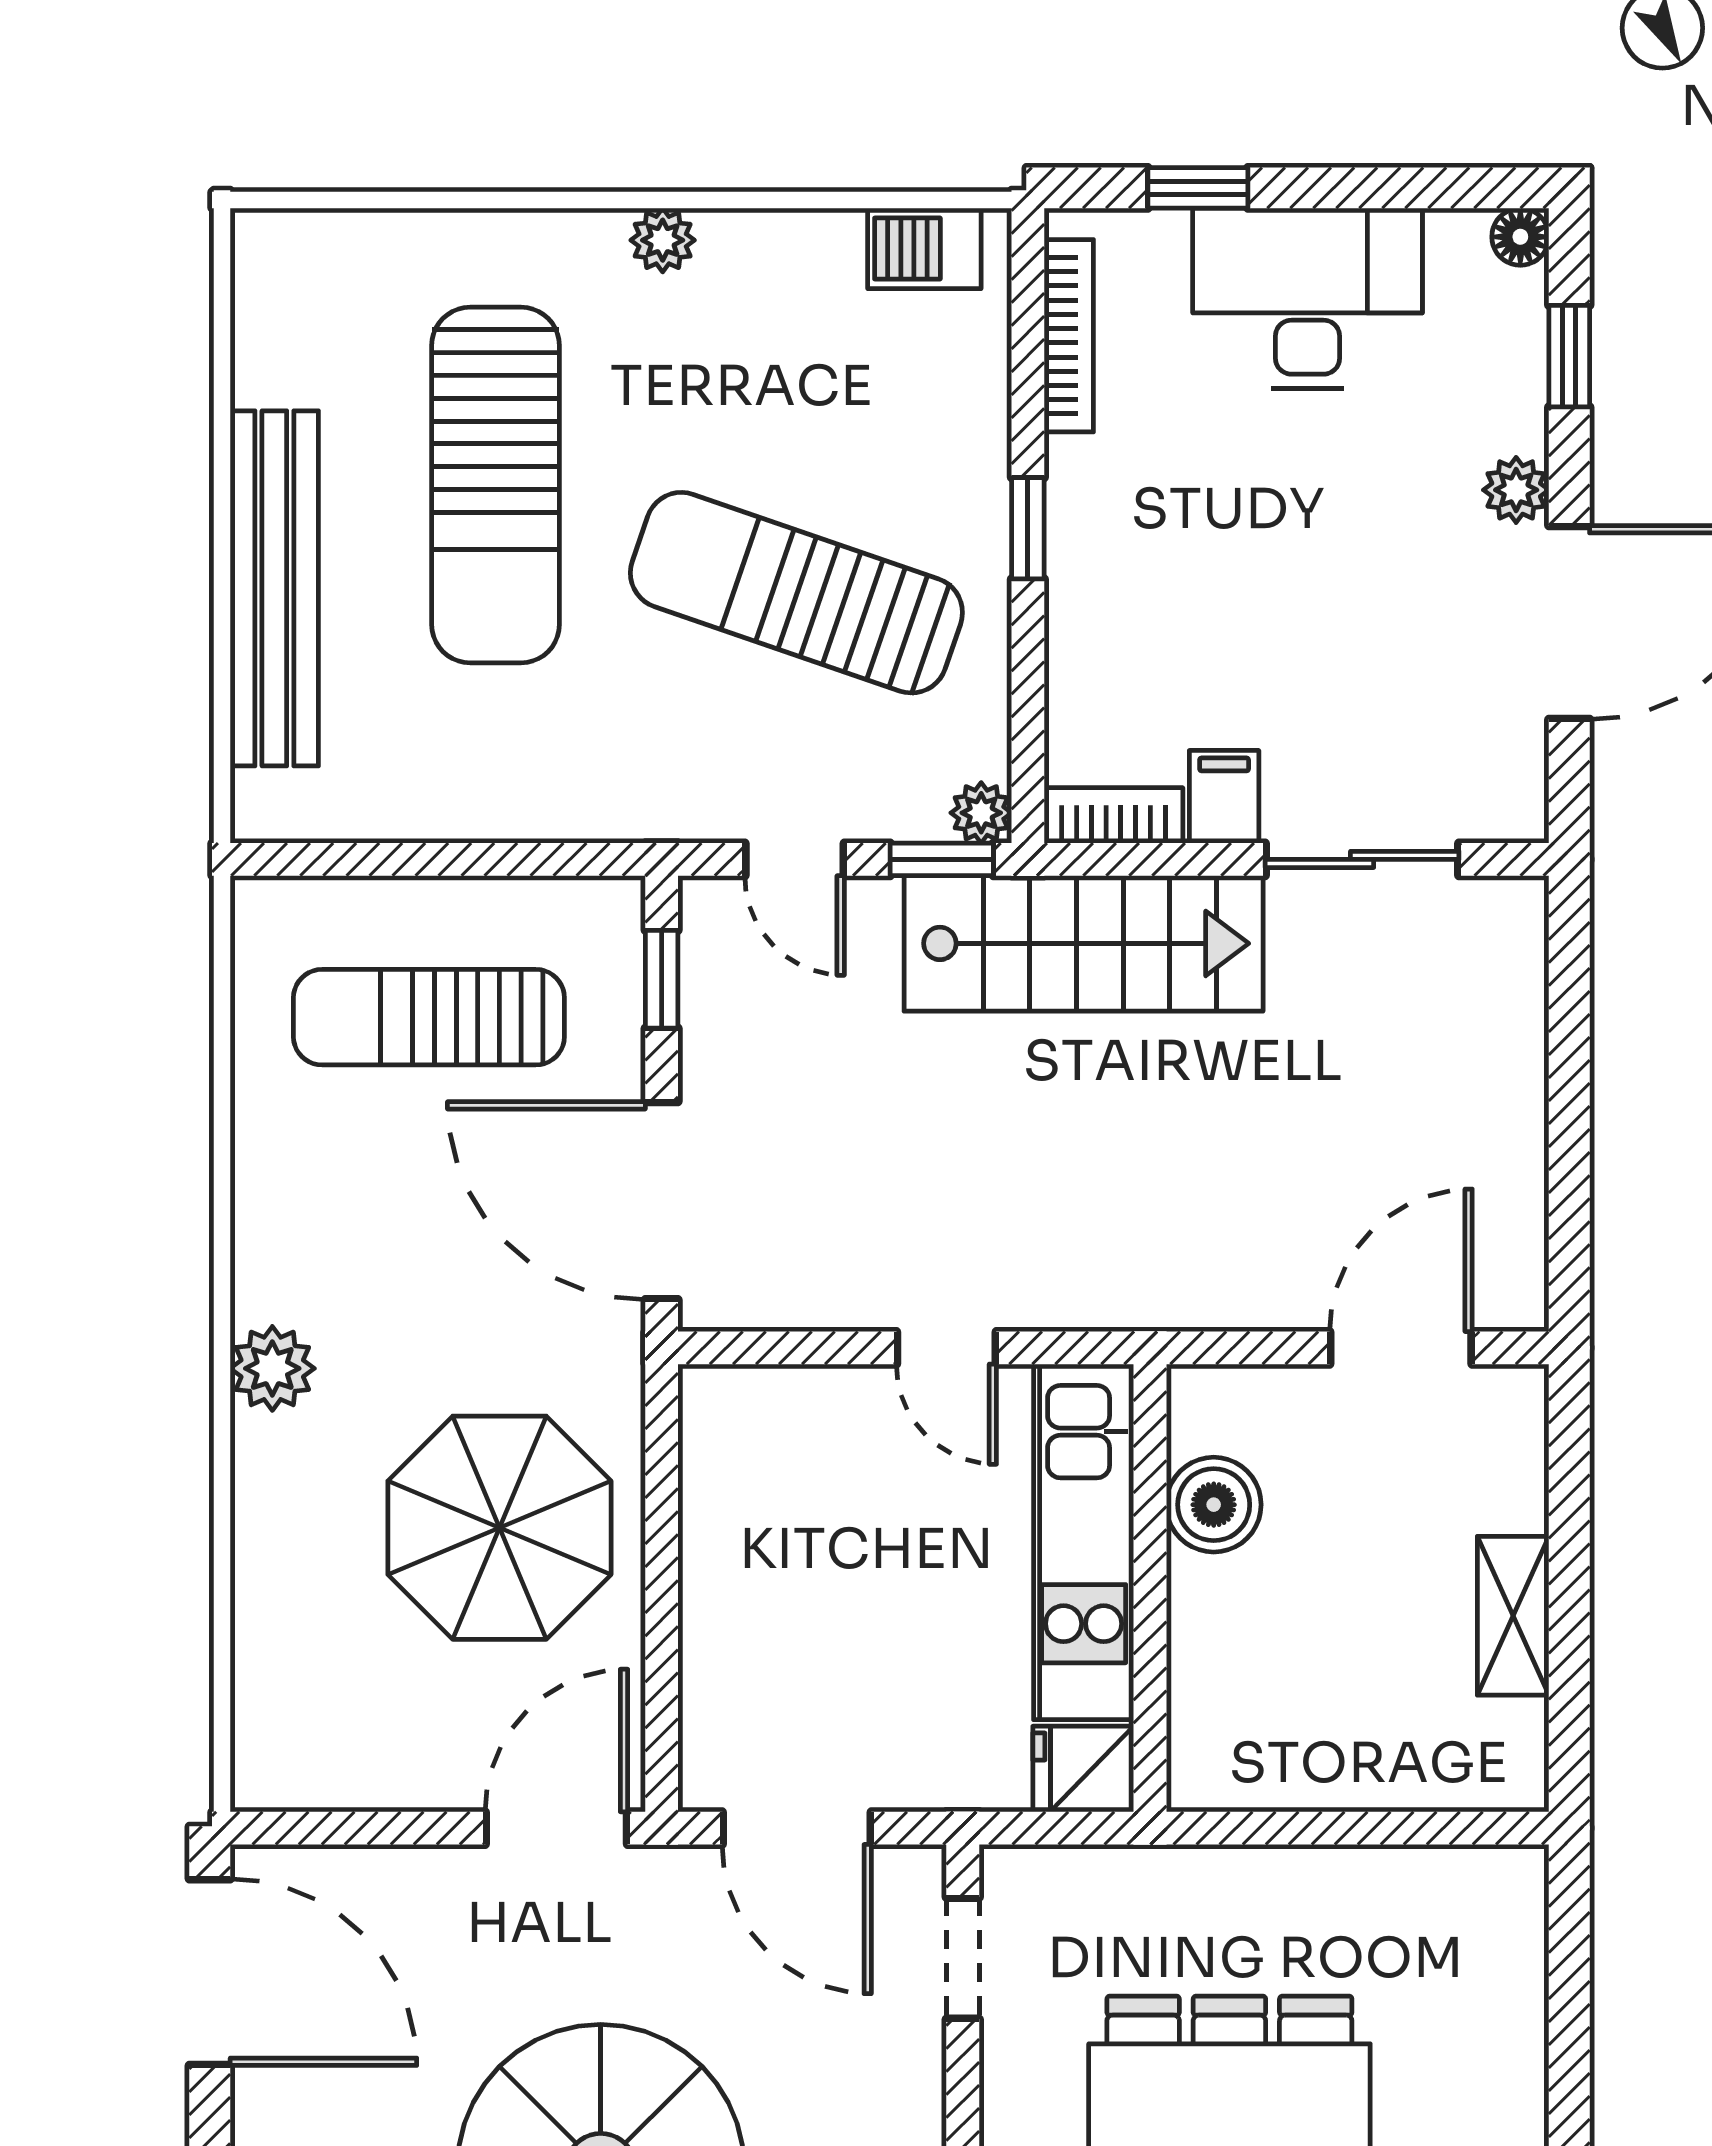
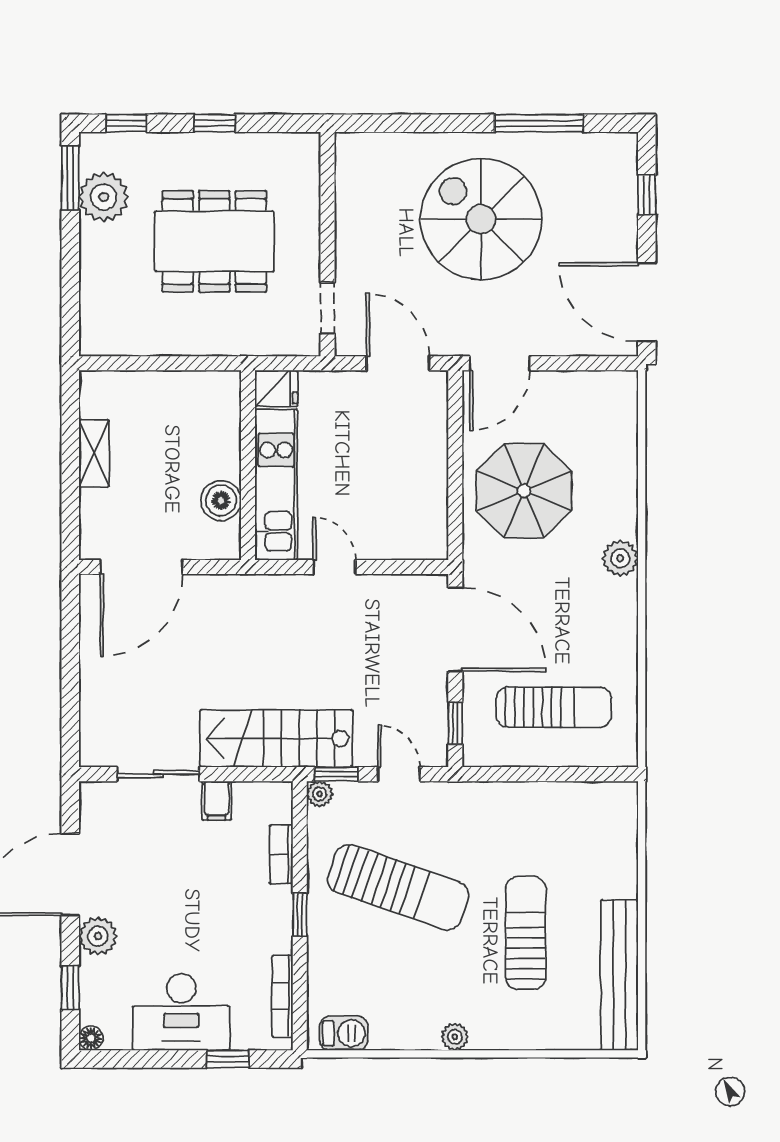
sun lounger: (496, 485) -> (526, 933), width x0.73, depth x0.75
plant: (1516, 490) -> (98, 936), width x1.38, depth x1.38
bench: (274, 588) -> (619, 975), moved
bookcase: (1113, 815) -> (281, 854), moved, turned 90
door: (1401, 1348) -> (142, 567), width x1.36

